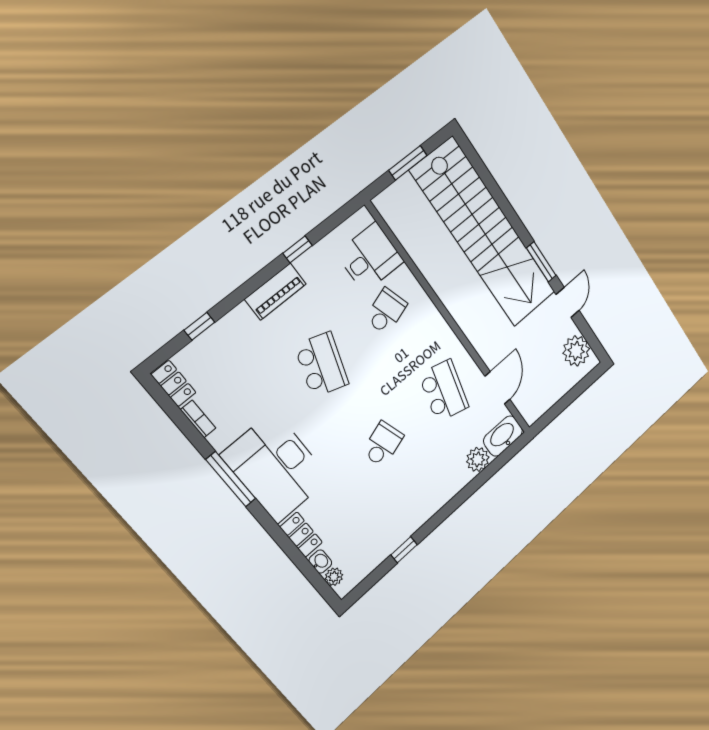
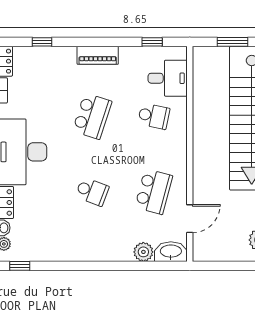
window: (298, 249) -> (152, 42), moved
school desk: (386, 311) -> (154, 116), turned 30
school desk: (383, 444) -> (92, 192), turned 39
window: (404, 550) -> (20, 266), moved

